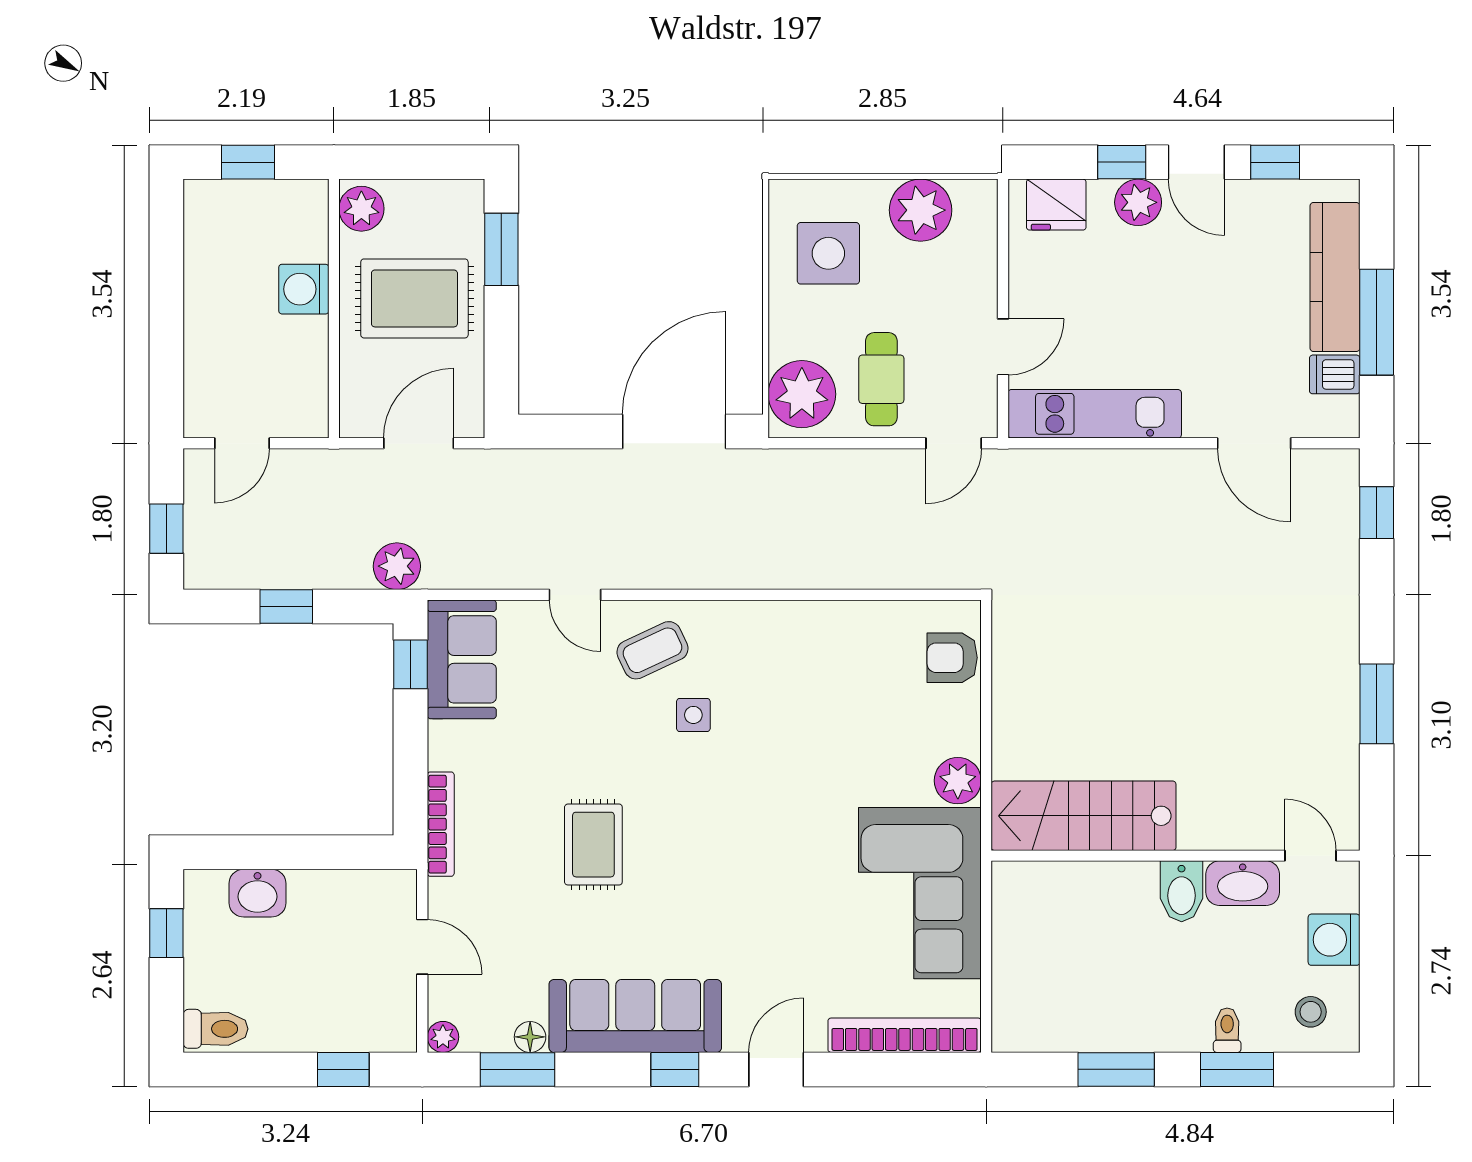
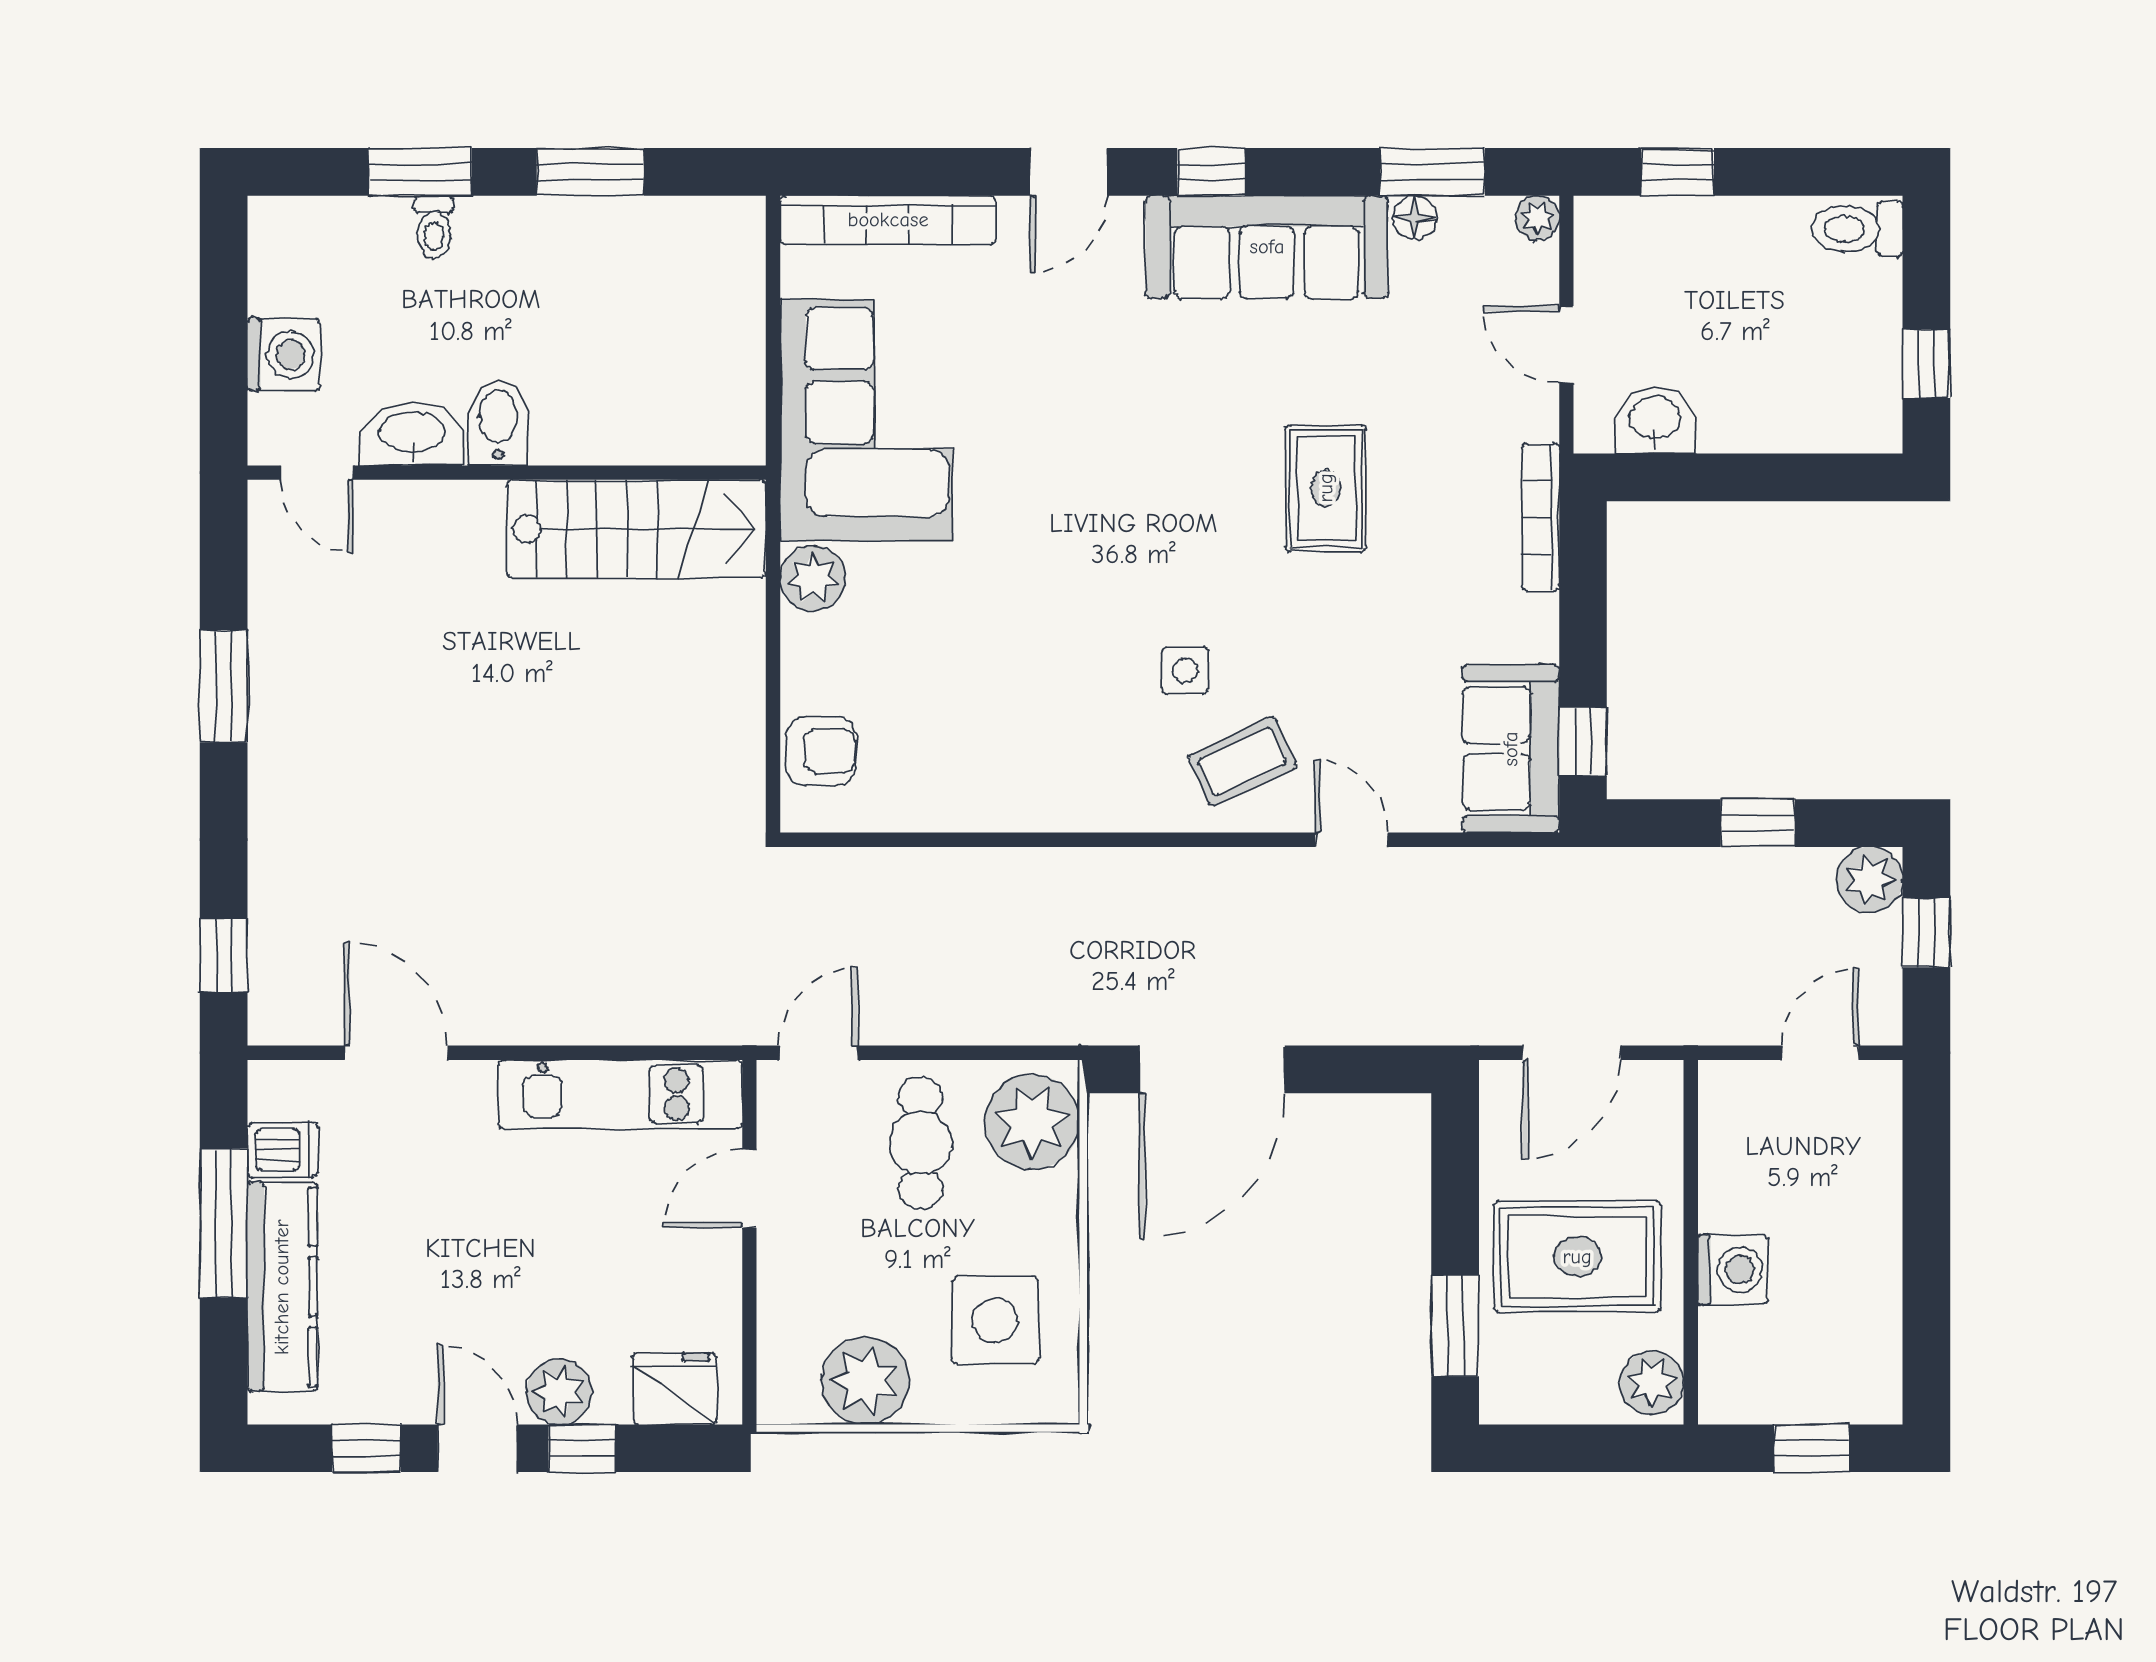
plant: (397, 566) -> (1870, 880), moved
washbasin: (258, 893) -> (1655, 420), moved
stool: (1311, 1012) -> (317, 253), removed

